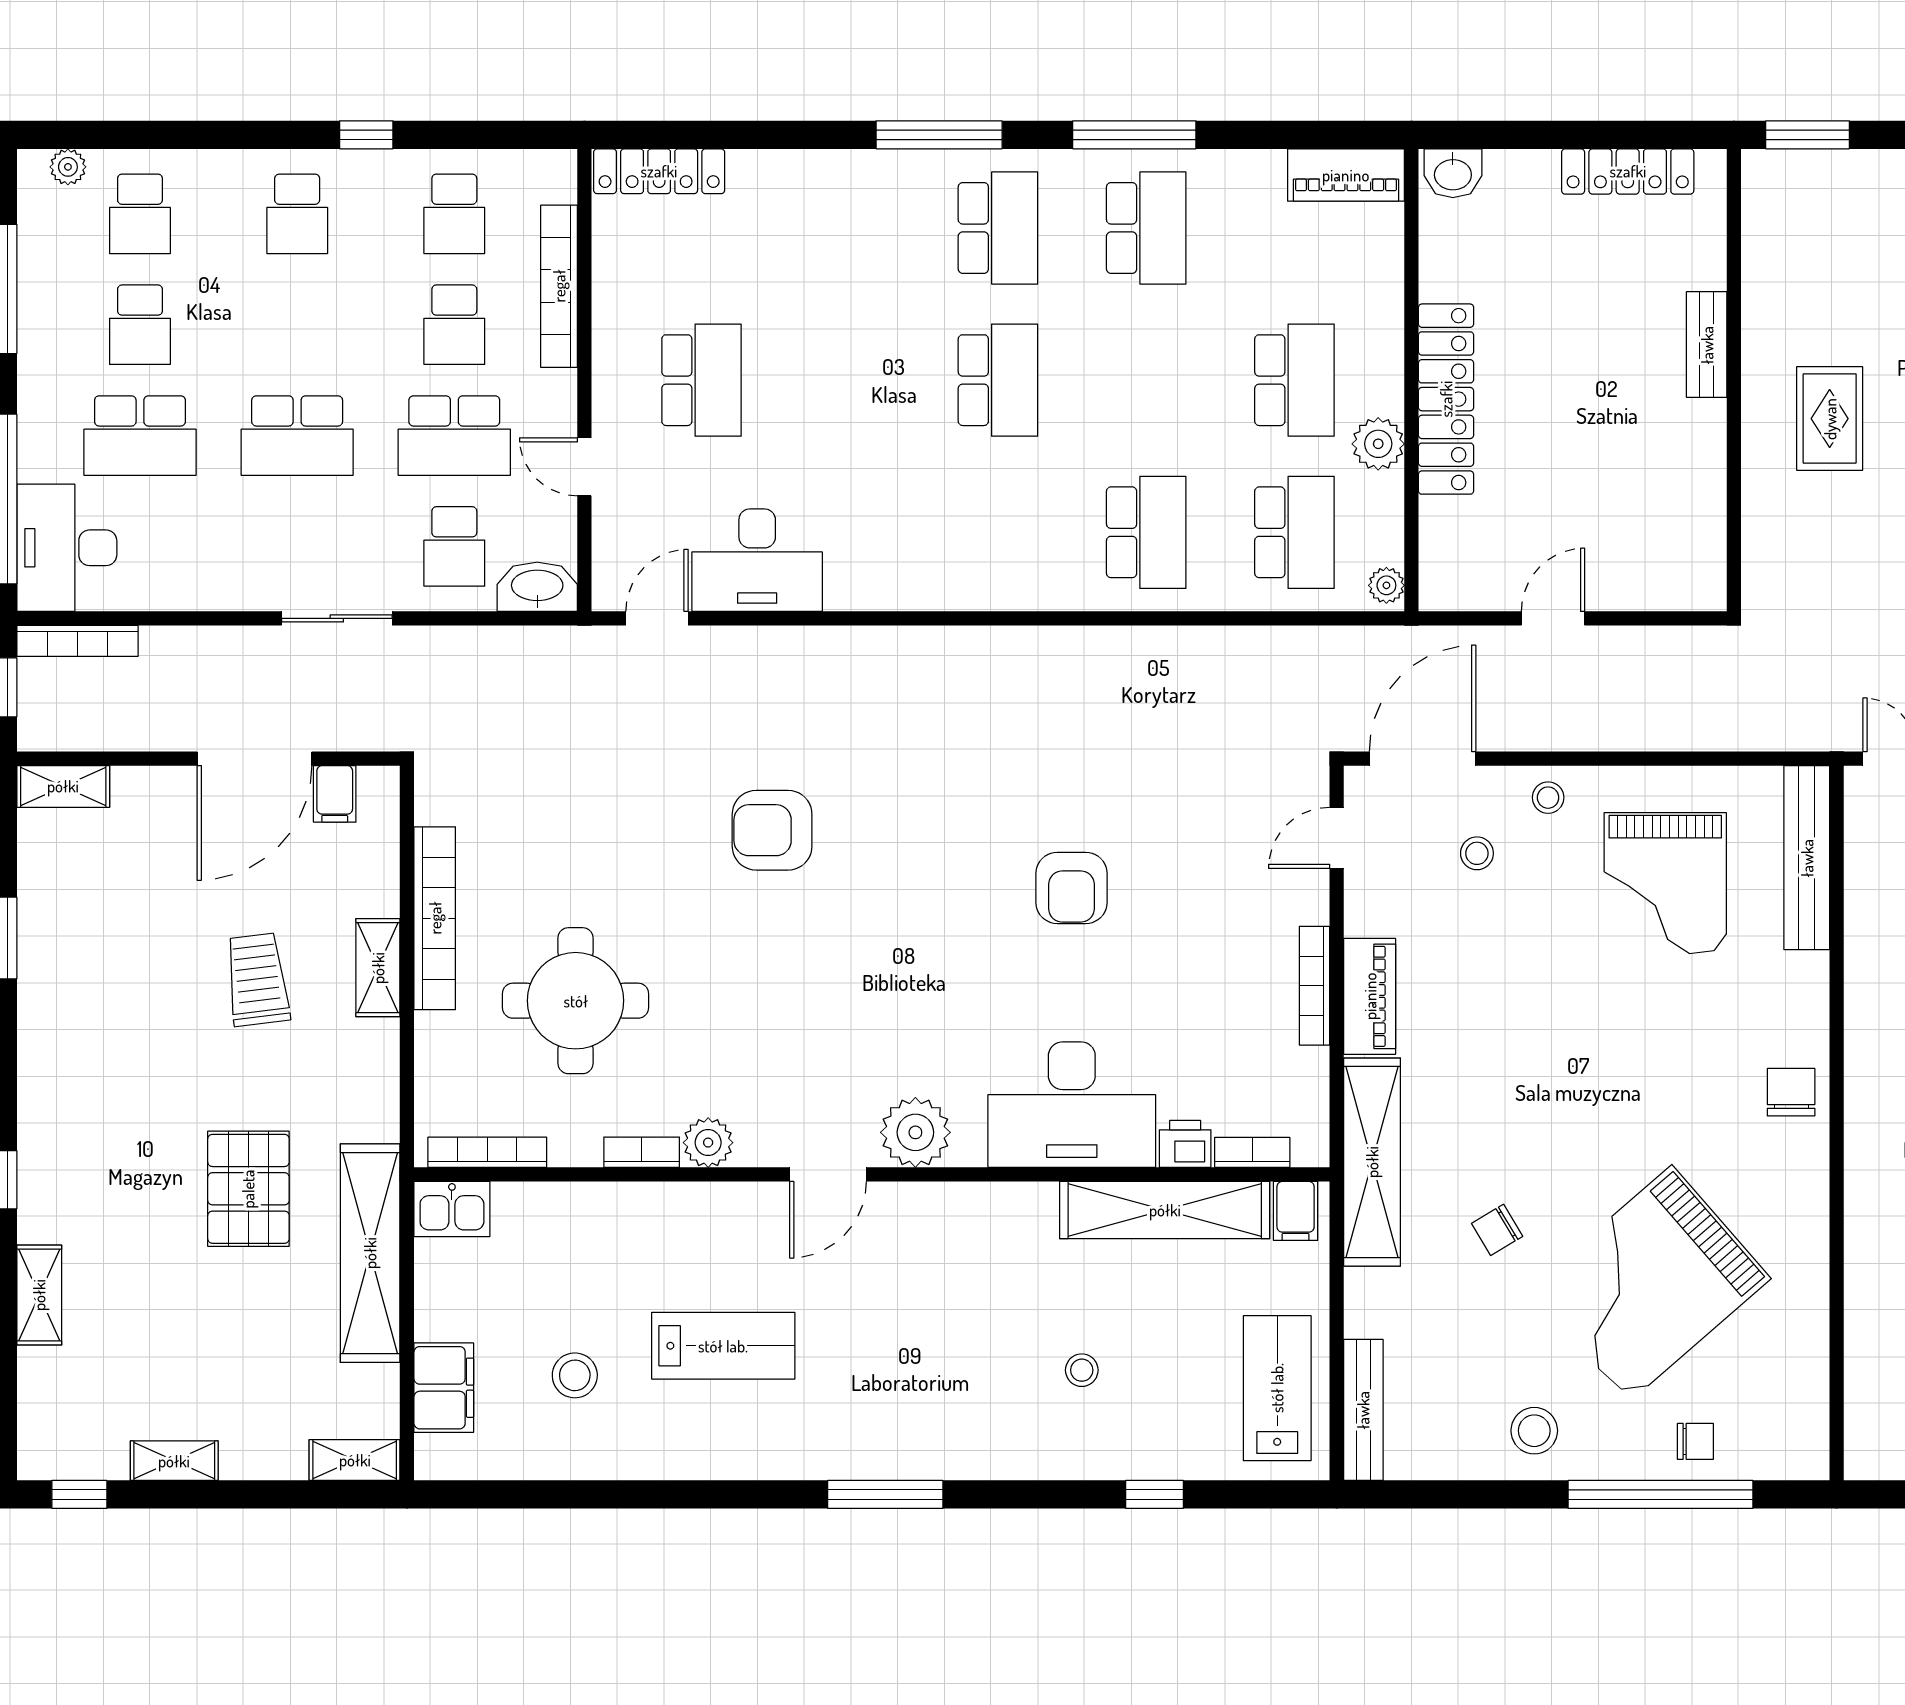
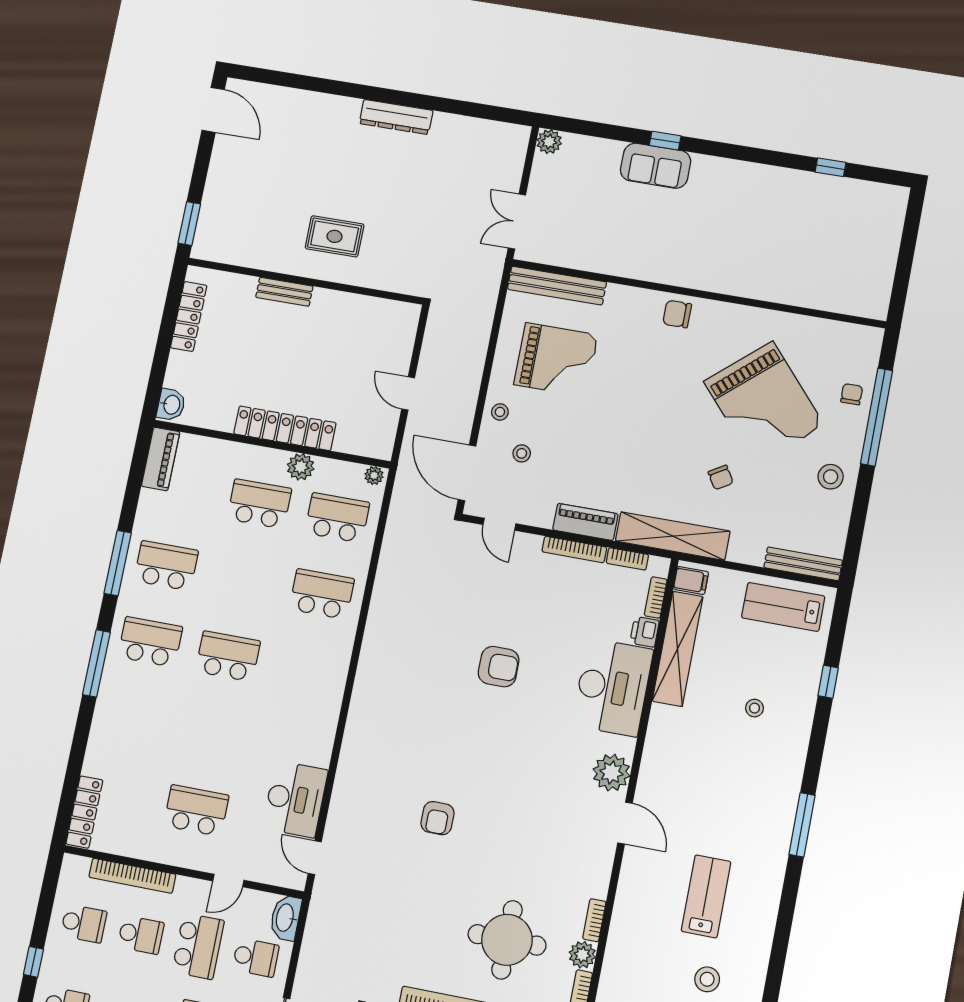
armchair: (772, 830) -> (437, 818), width x0.72, depth x0.72
bookcase: (1315, 1087) -> (627, 559), added
plant: (708, 1143) -> (582, 955), moved

